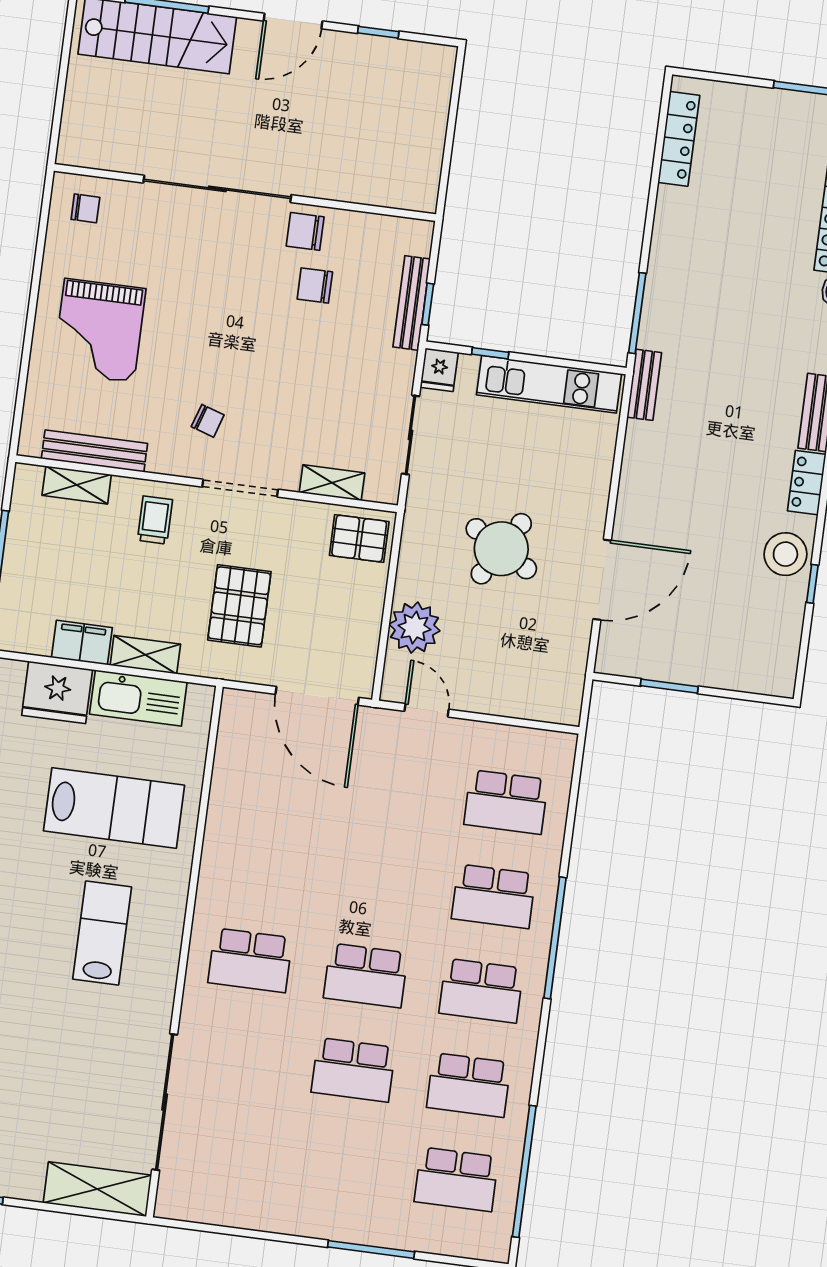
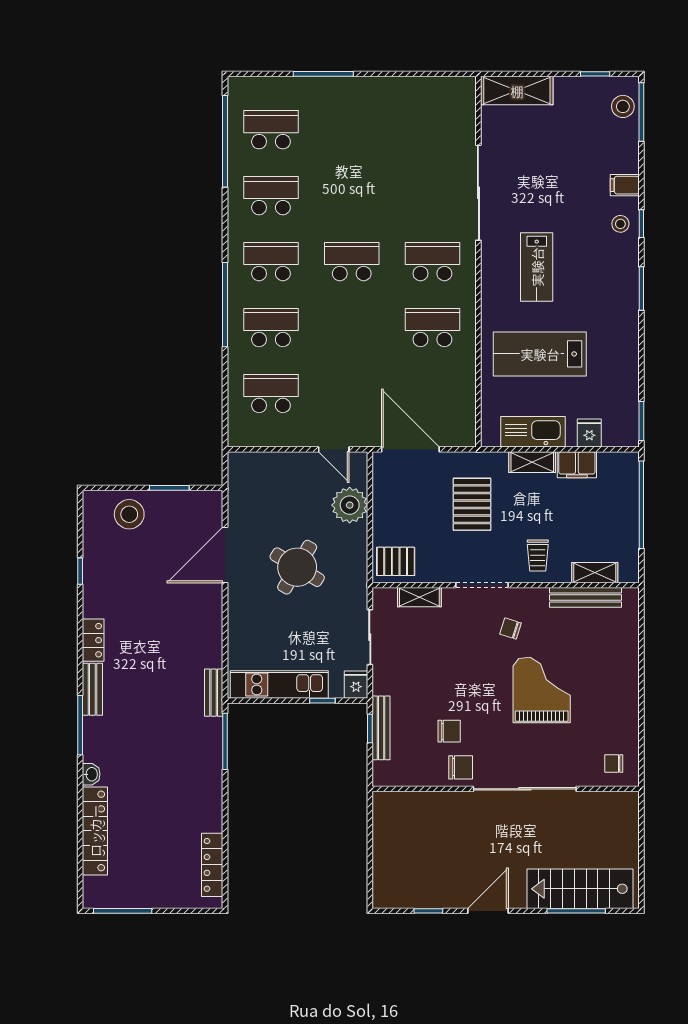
grand piano: (99, 330) -> (542, 690), moved
stool: (785, 554) -> (129, 514), moved
fridge: (57, 692) -> (589, 433), width x0.53, depth x0.75
school desk: (353, 1070) -> (432, 328), moved
sliding door: (165, 1102) -> (478, 193), moved

